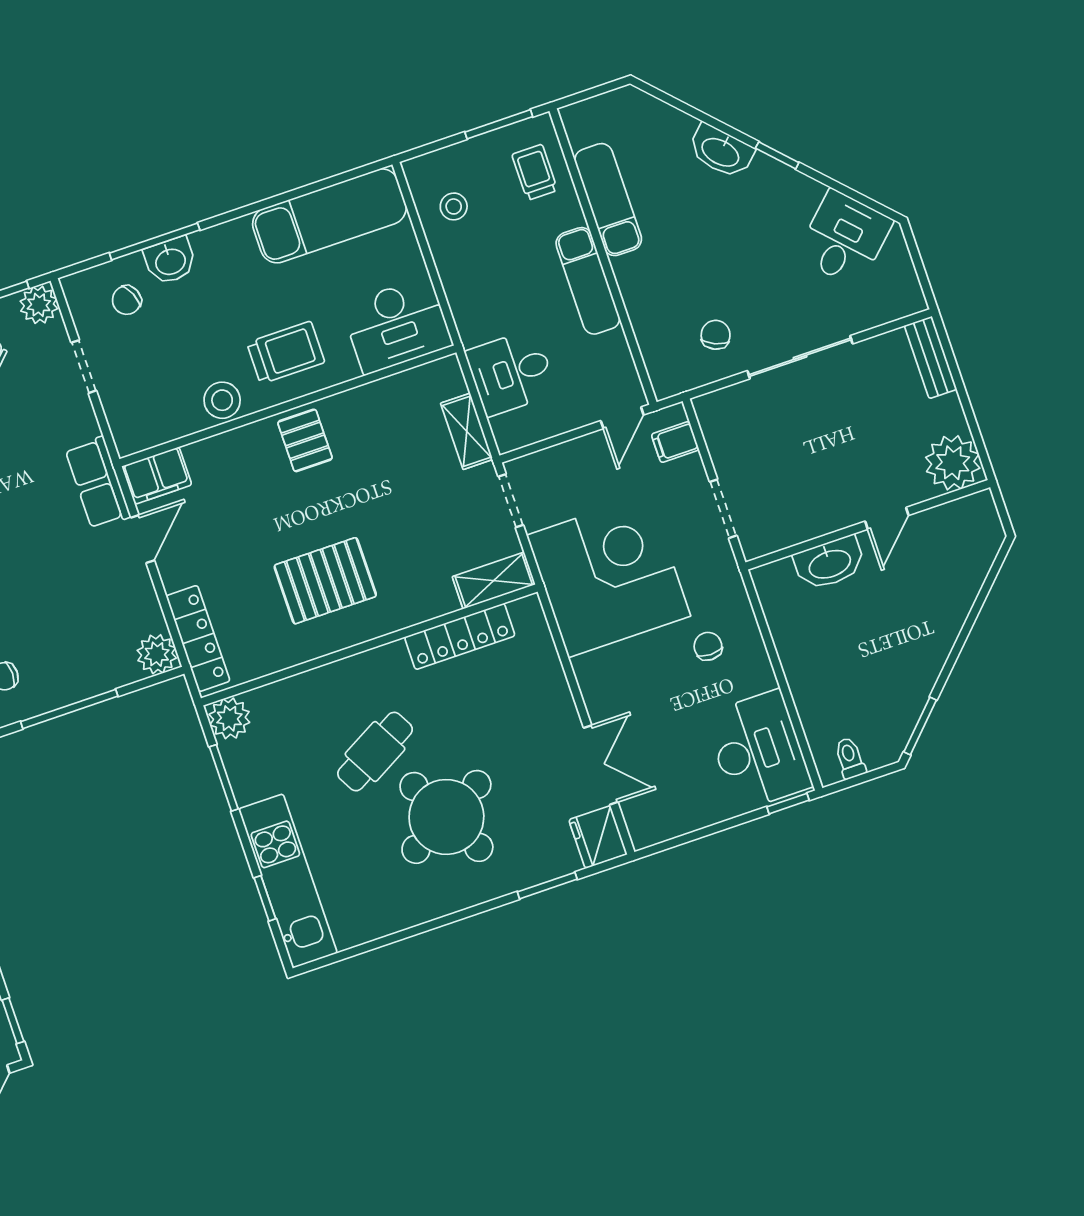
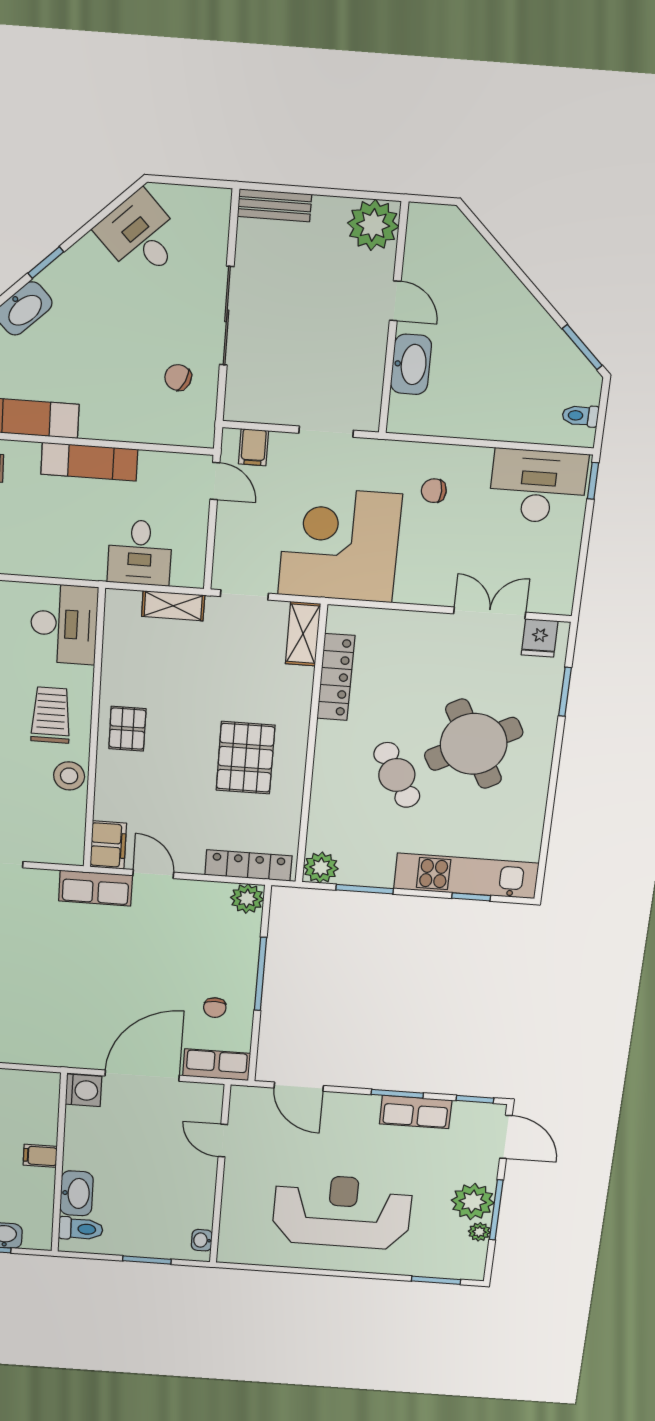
pallet: (305, 440) -> (127, 729), turned 90
fridge: (598, 837) -> (540, 638), width x0.72

